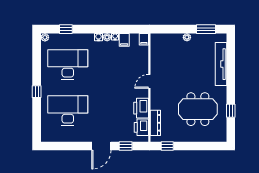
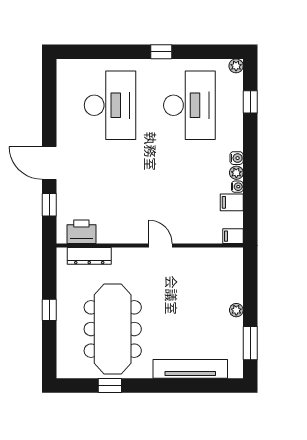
window: (37, 92) -> (161, 52), moved
printer: (141, 108) -> (115, 231), removed
meeting table: (198, 109) -> (113, 329), width x1.36
window: (167, 146) -> (49, 310), moved

